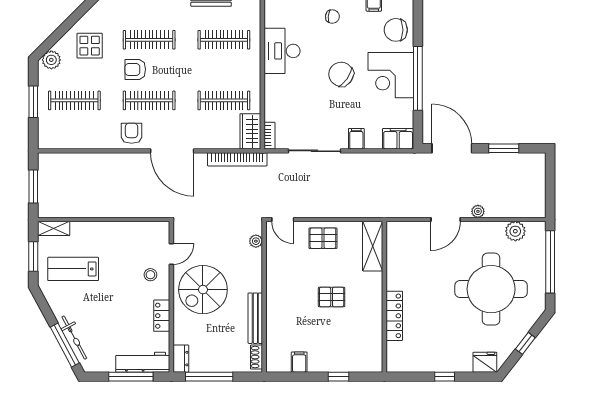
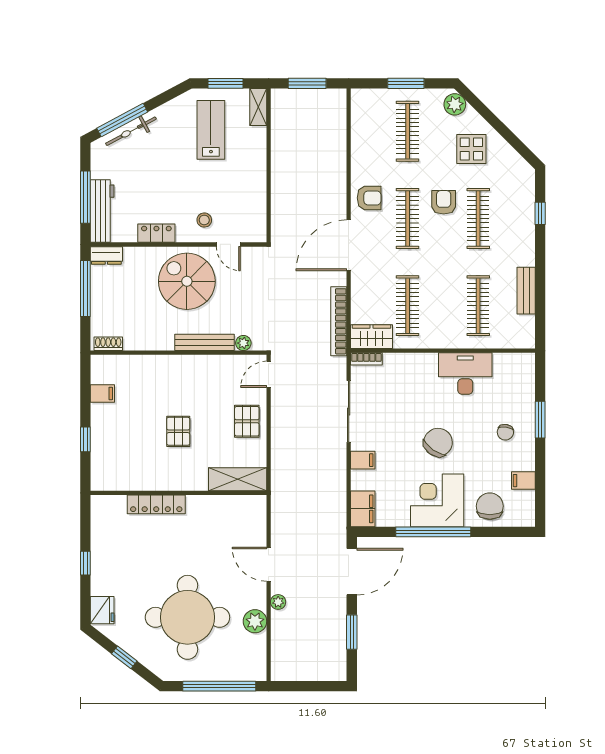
plant: (515, 231) -> (255, 621), moved
bench: (255, 318) -> (205, 342), moved

